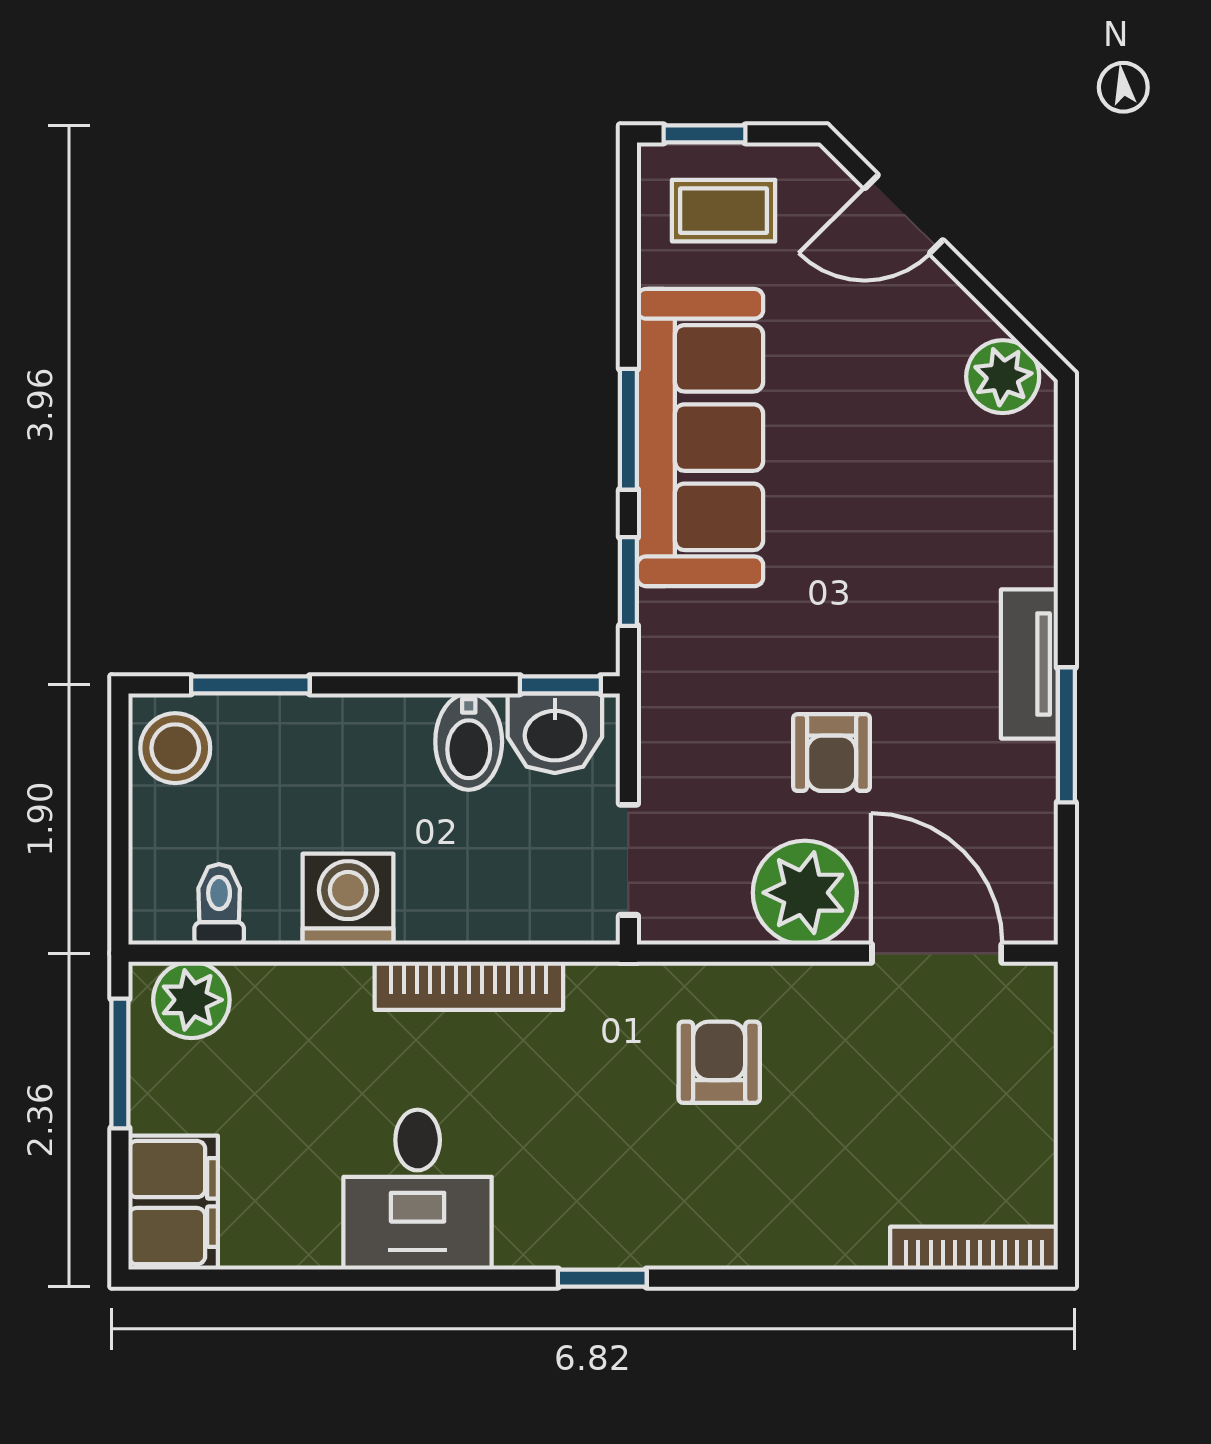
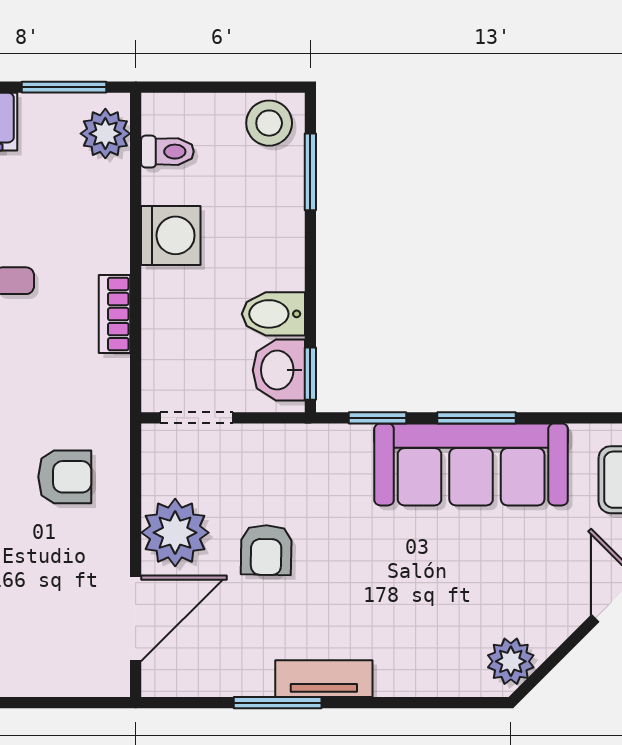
armchair: (832, 753) -> (266, 550), turned -89
bookcase: (469, 986) -> (114, 314), width x0.64

